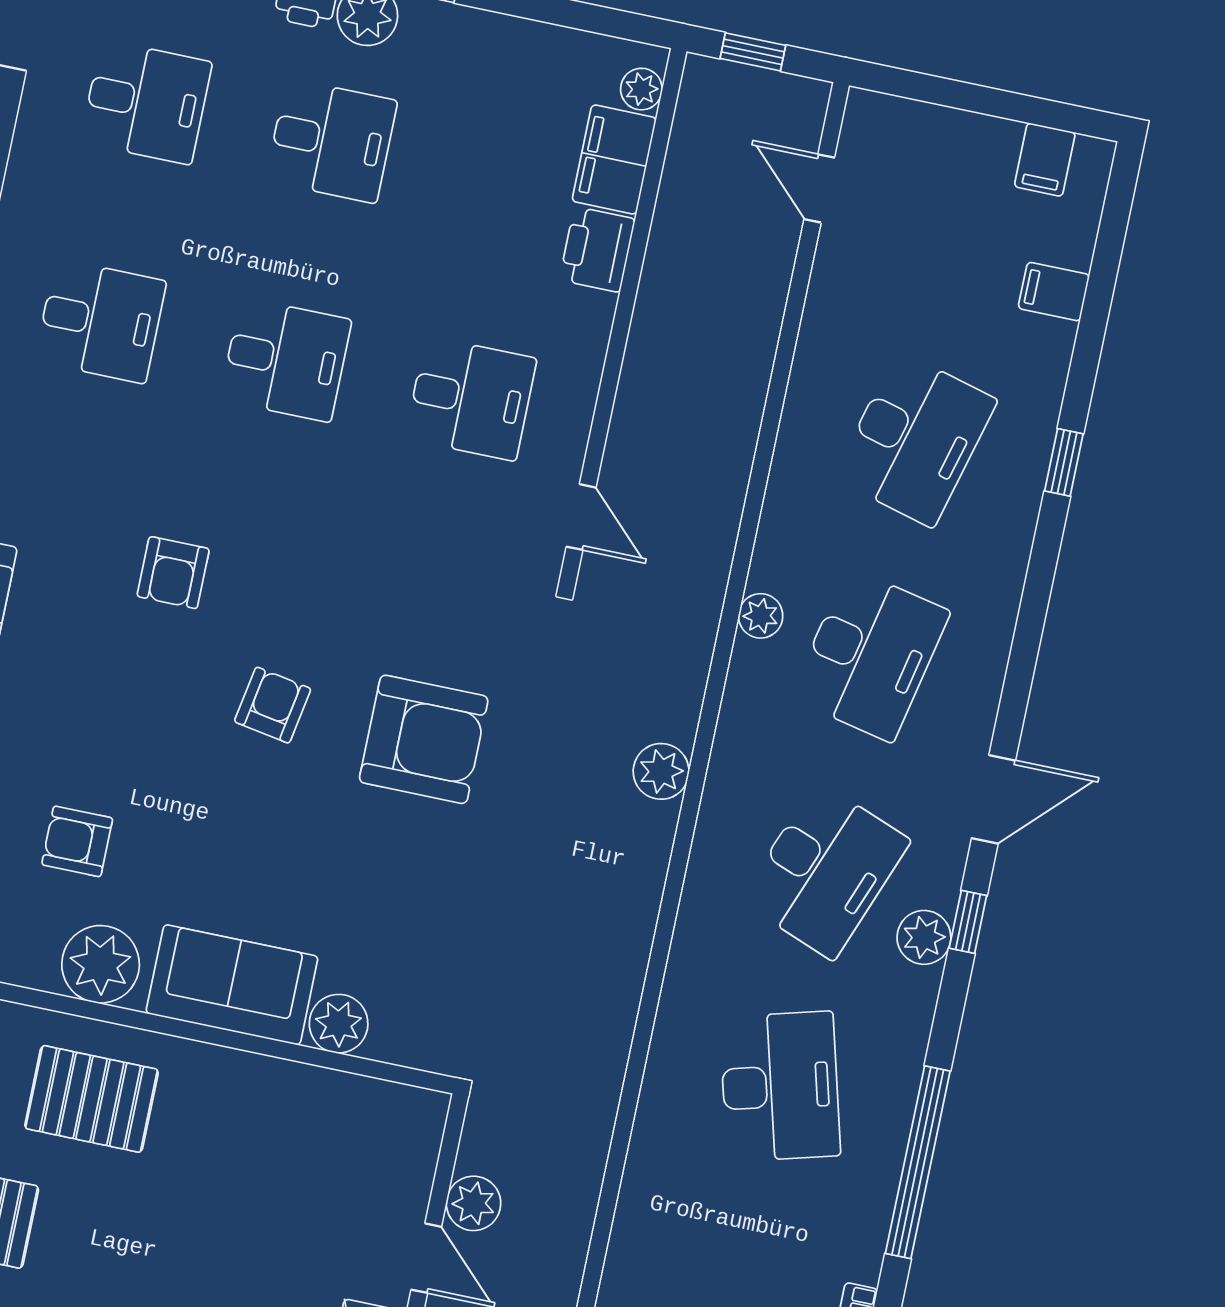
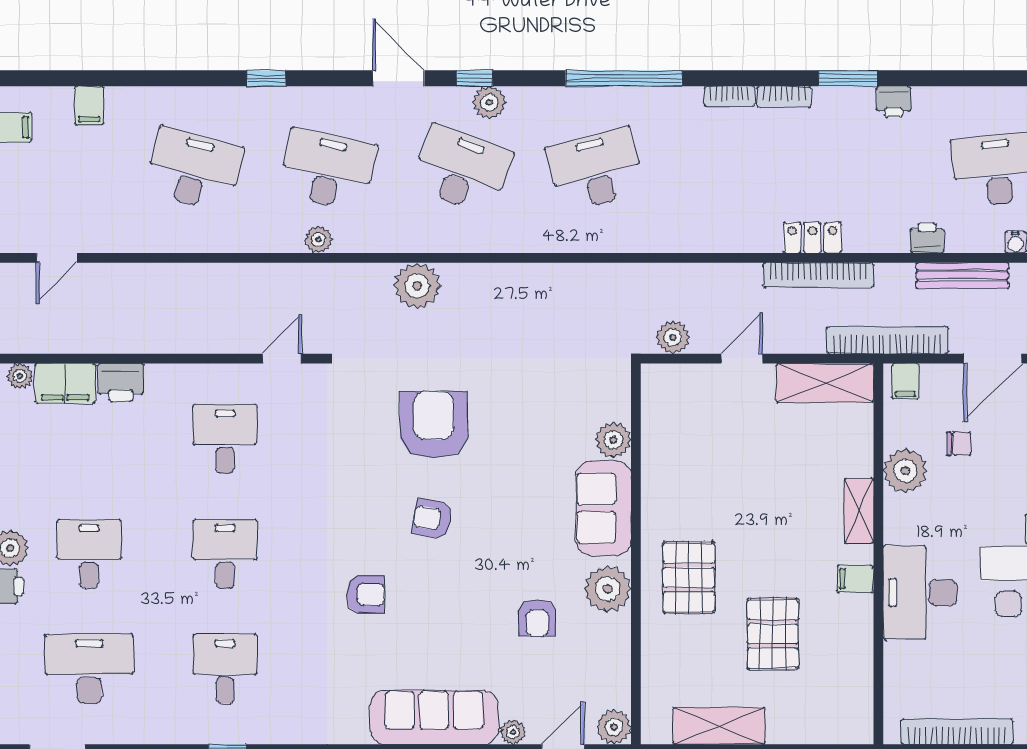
desk: (146, 102) -> (89, 669), width x1.37
window: (1064, 462) -> (266, 78), moved
plant: (661, 771) -> (417, 286), width x1.36, depth x1.36
plant: (474, 1203) -> (673, 337), moved

